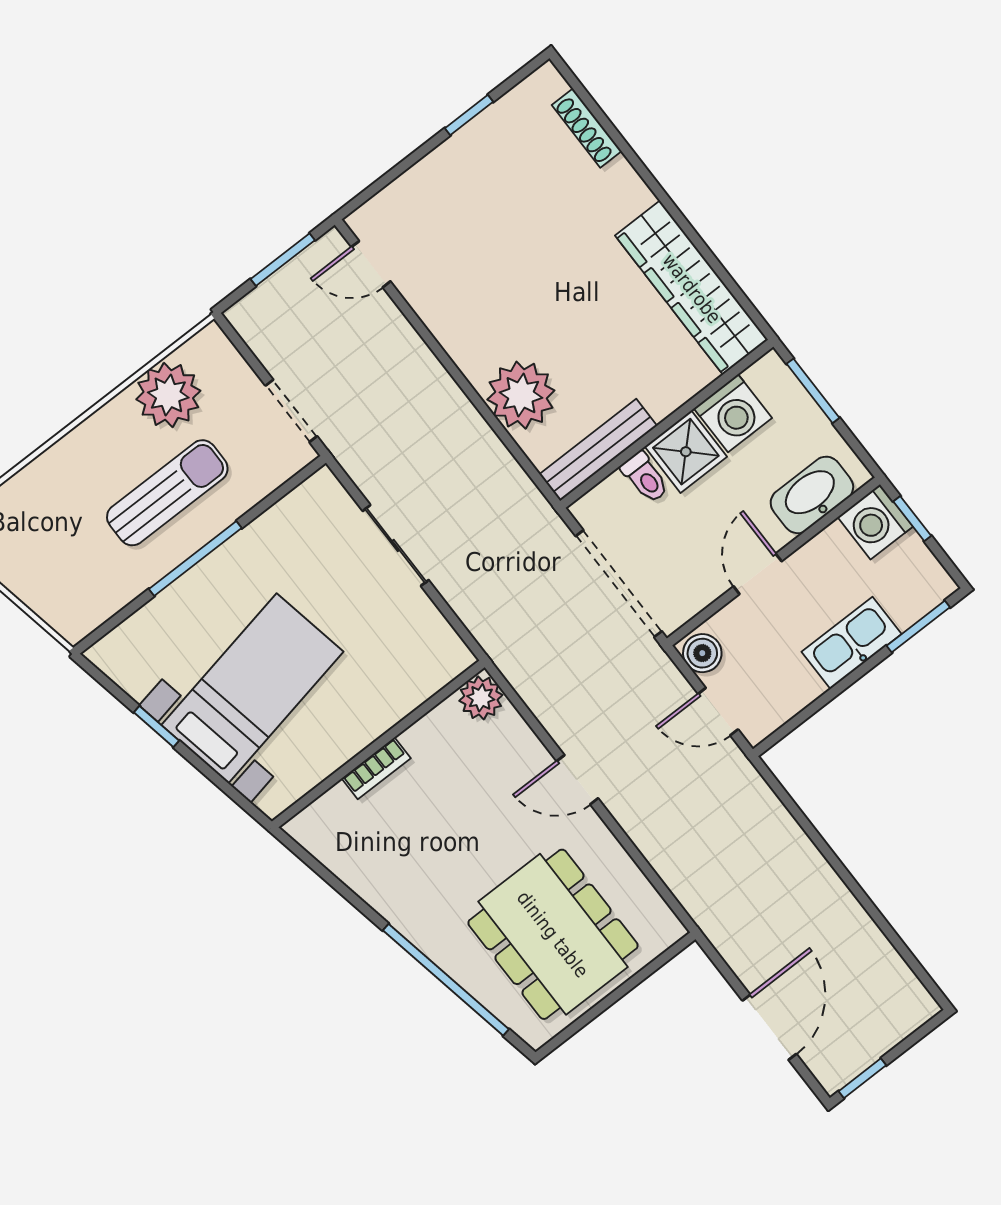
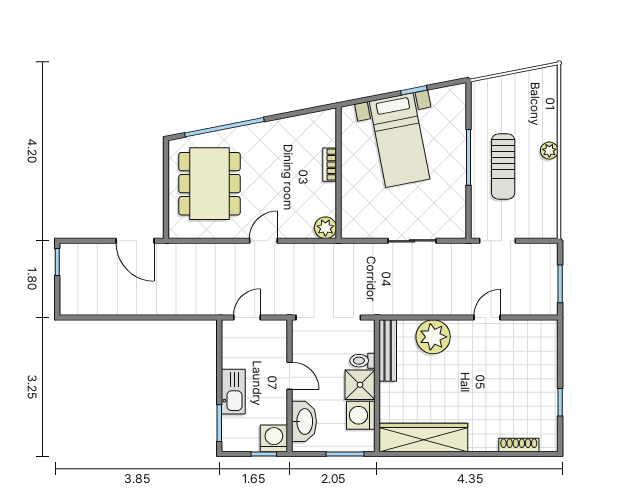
door: (371, 264) -> (487, 318), moved
plant: (168, 395) -> (549, 151), moved, width x0.53, depth x0.53
boiler: (702, 653) -> (275, 329), removed
dining table: (553, 934) -> (210, 184), turned 90
door: (769, 1027) -> (135, 241), moved

